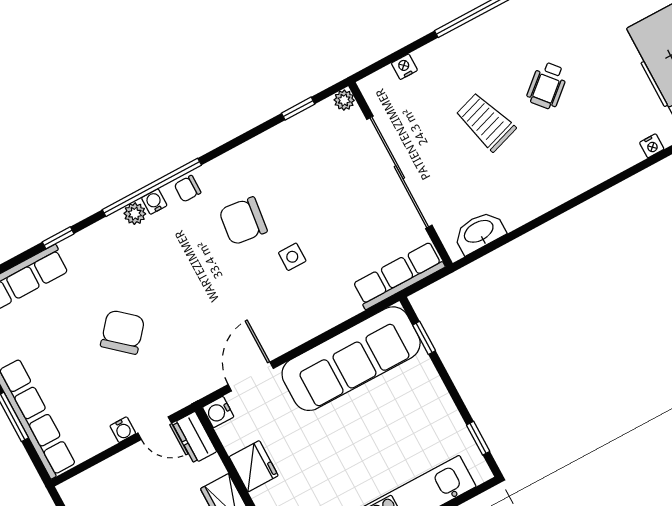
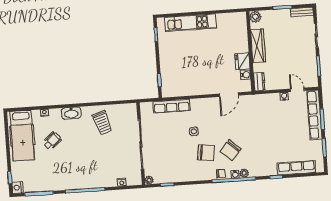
wheelchair: (547, 85) -> (52, 141), moved
trolley: (486, 122) -> (102, 123), moved
washbasin: (479, 232) -> (71, 113), moved
row of seats: (399, 276) -> (172, 106), moved
chair: (123, 332) -> (231, 150), moved
sofa: (351, 359) -> (189, 85), removed
water cooler: (218, 412) -> (246, 75), moved
door: (155, 428) -> (297, 90), moved

